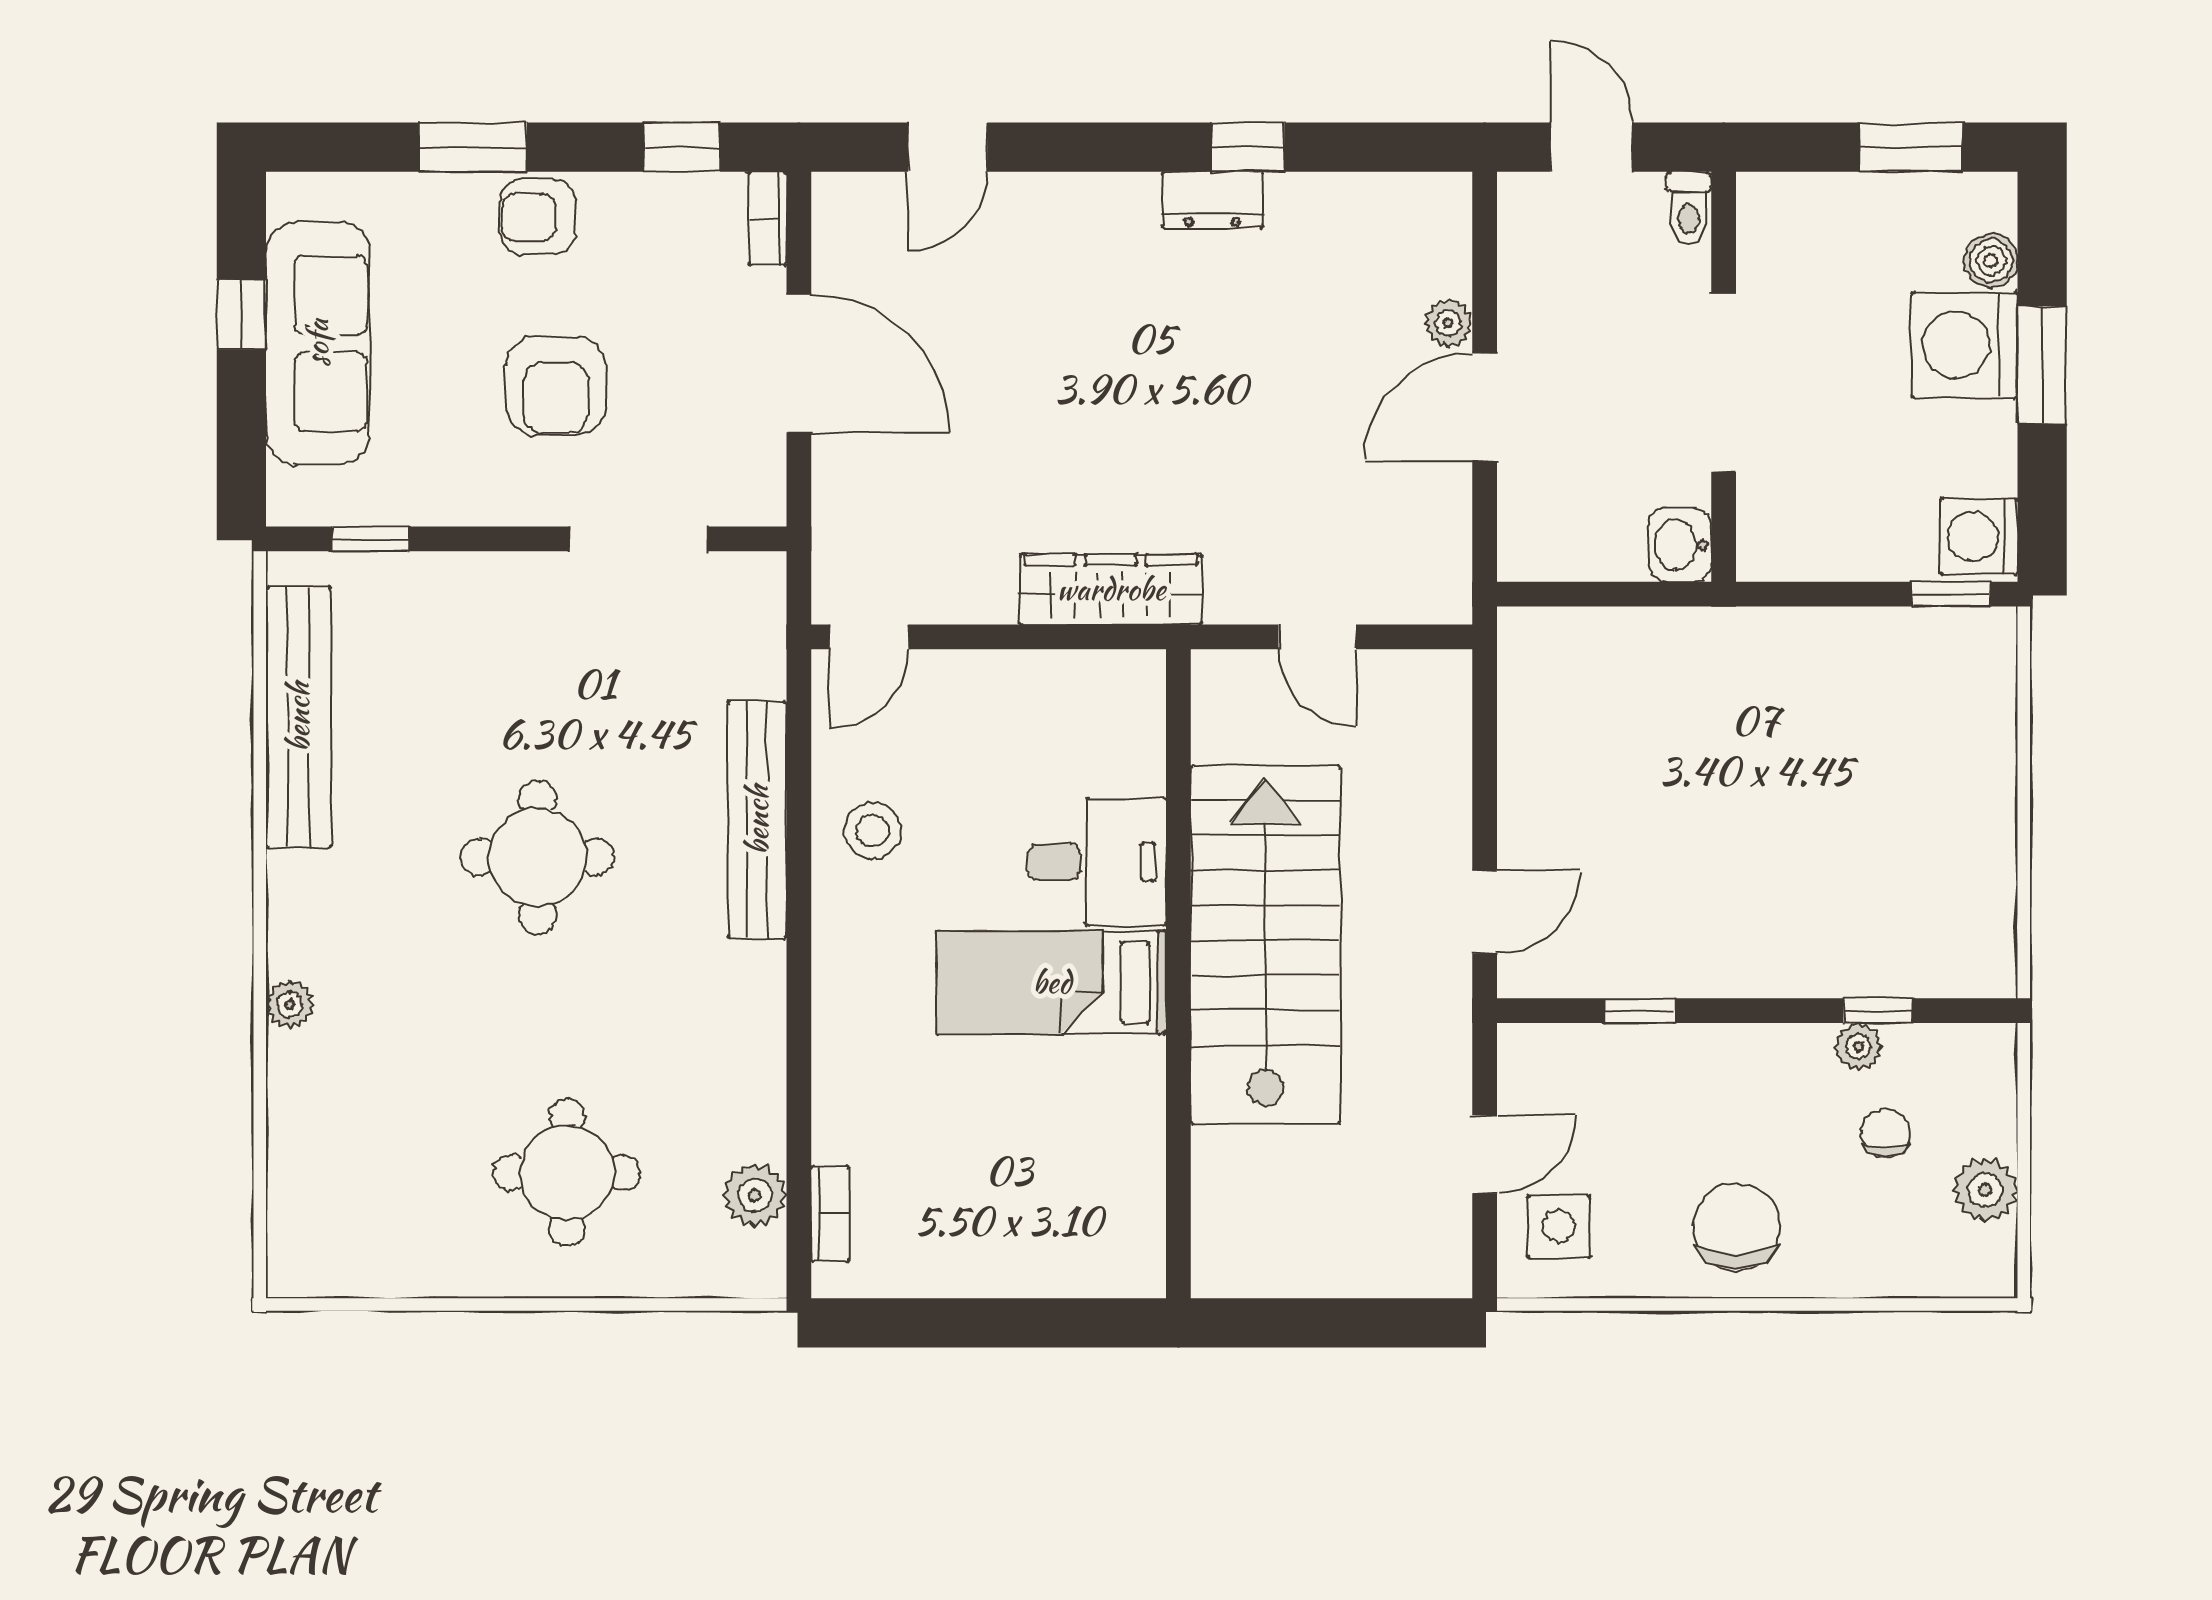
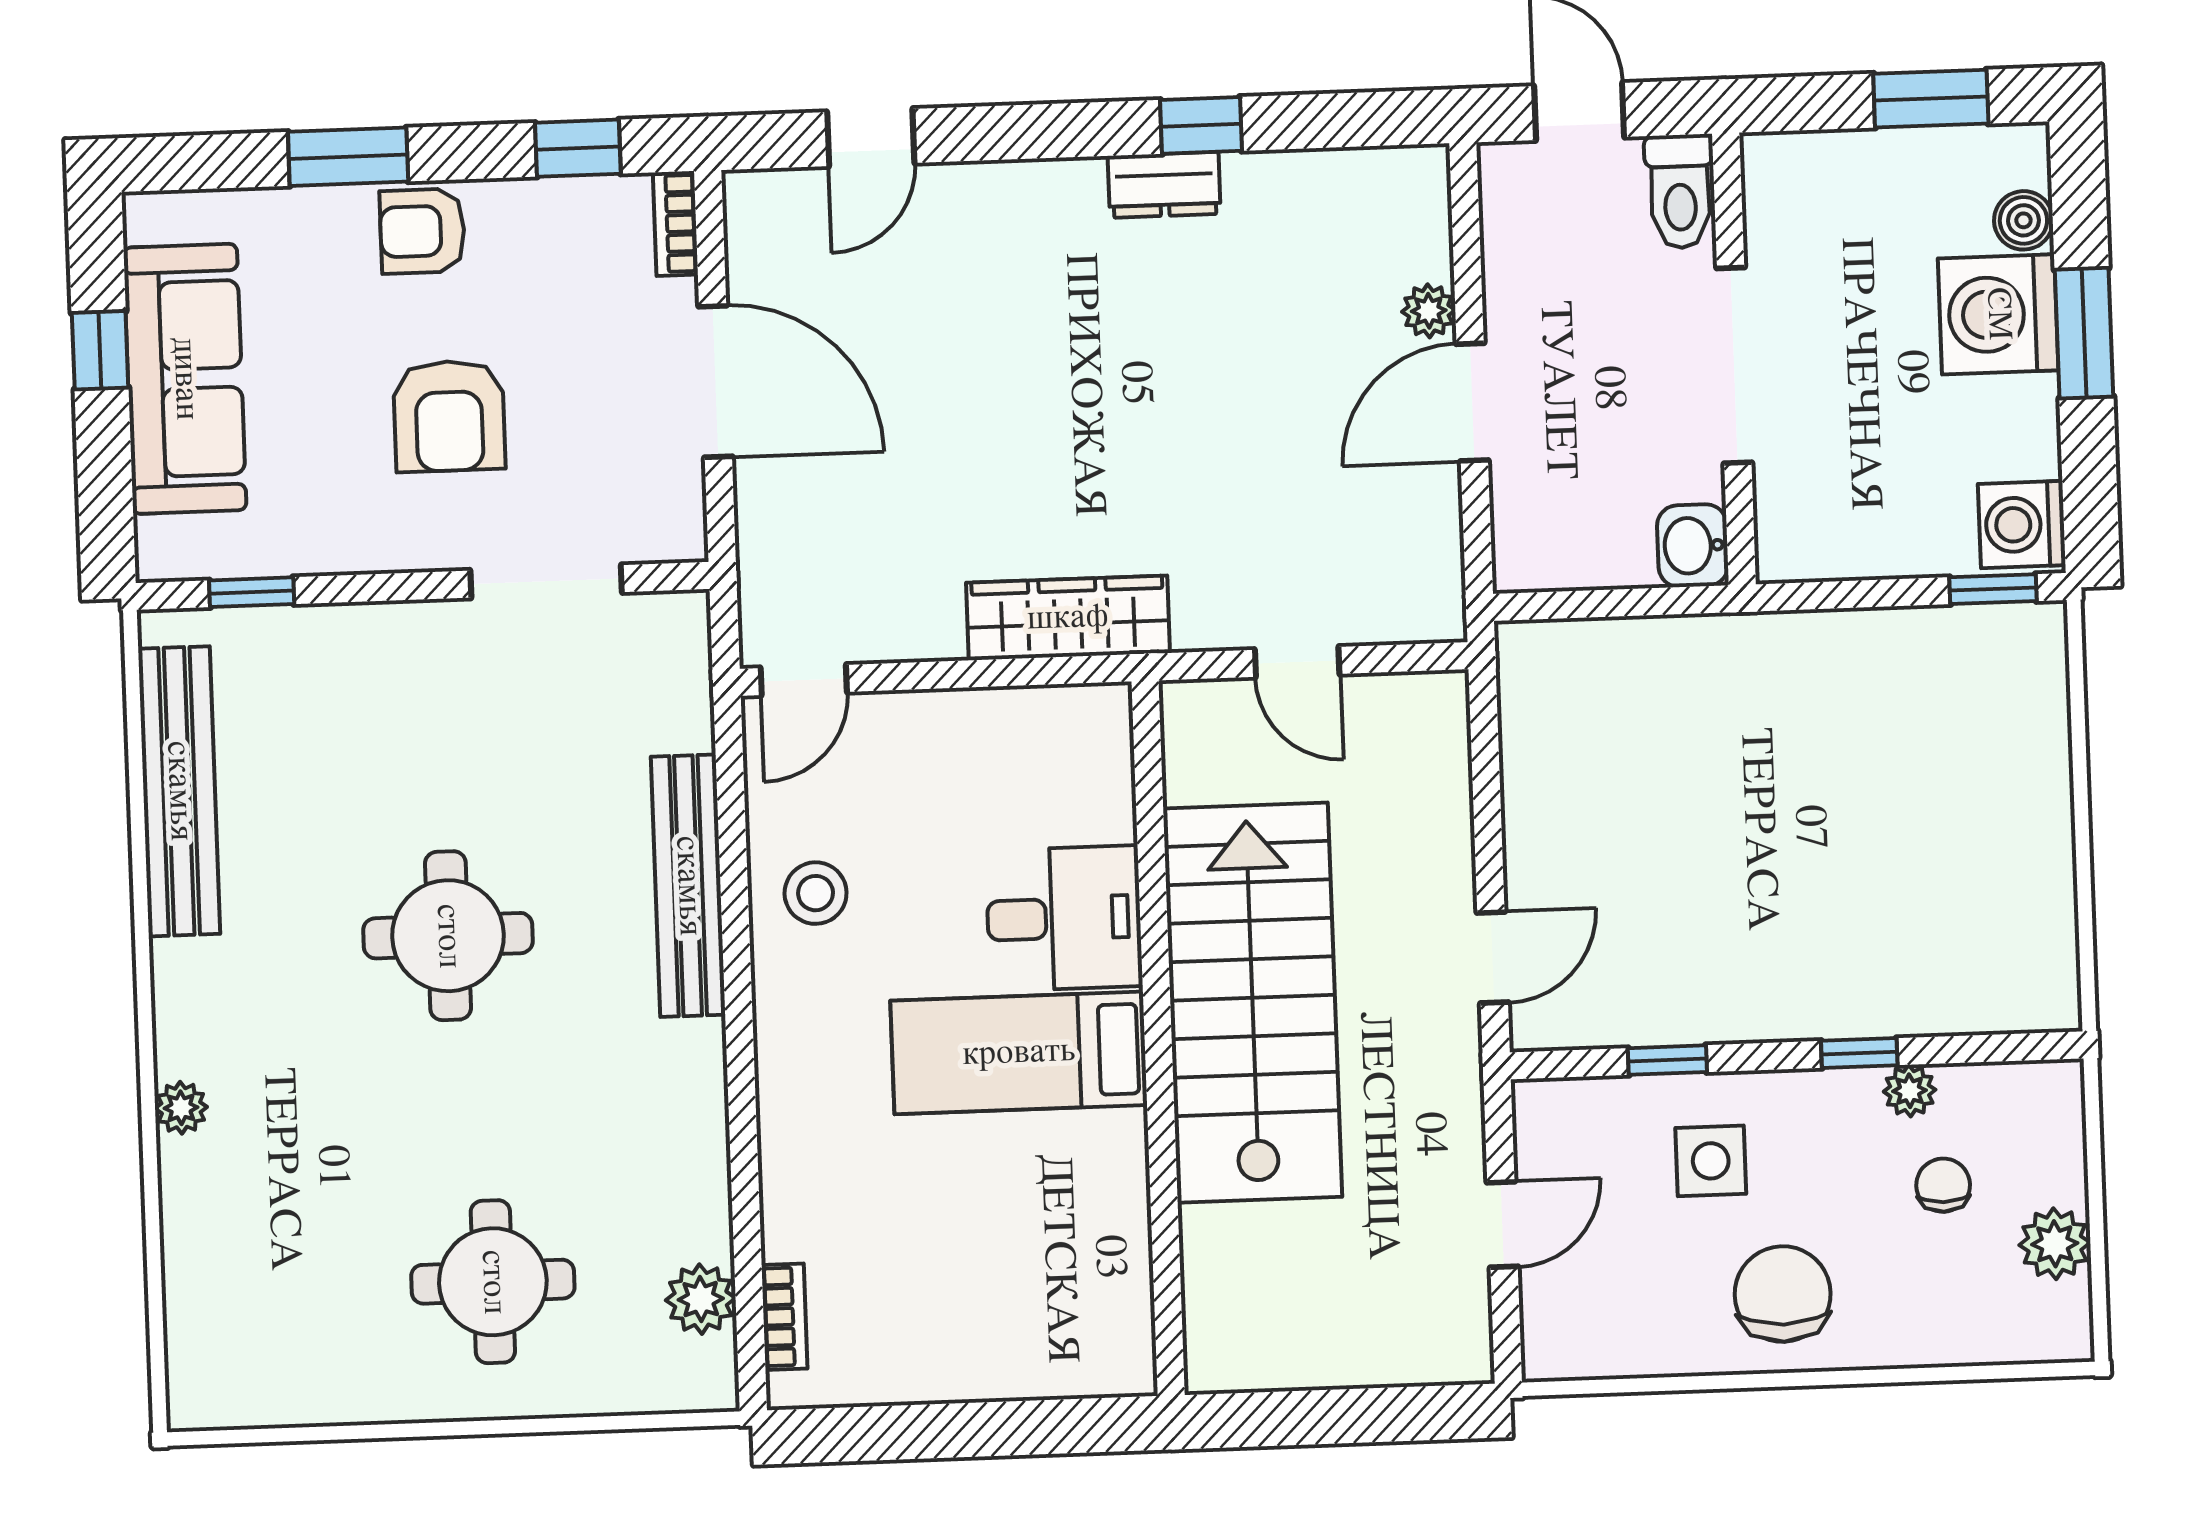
toilet: (1689, 209) -> (1680, 191), width x1.37, depth x1.39
window: (1878, 1011) -> (1859, 1053), moved
side table: (1559, 1226) -> (1711, 1161), moved

